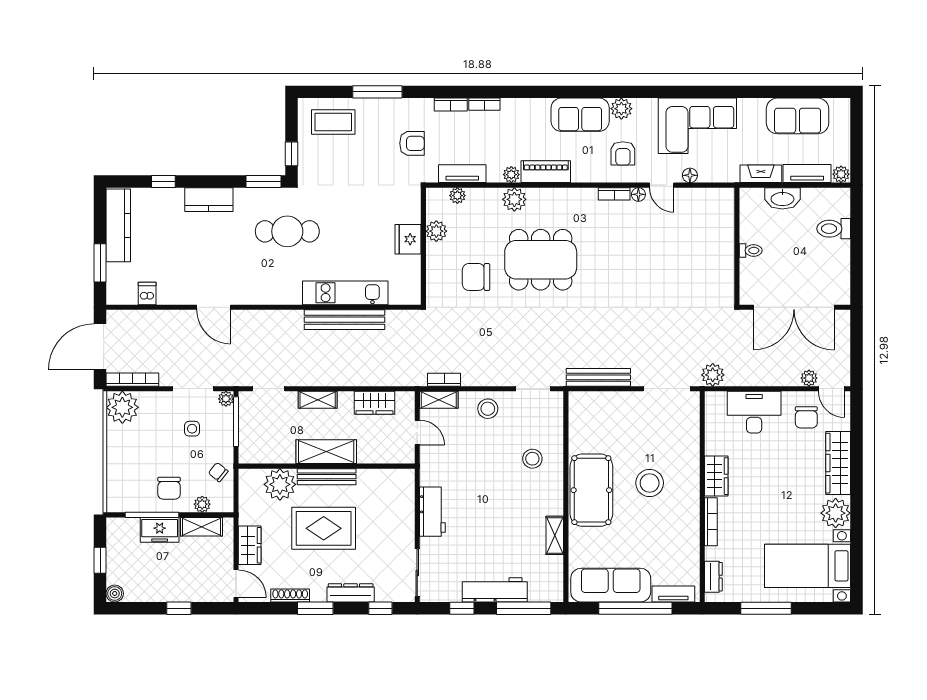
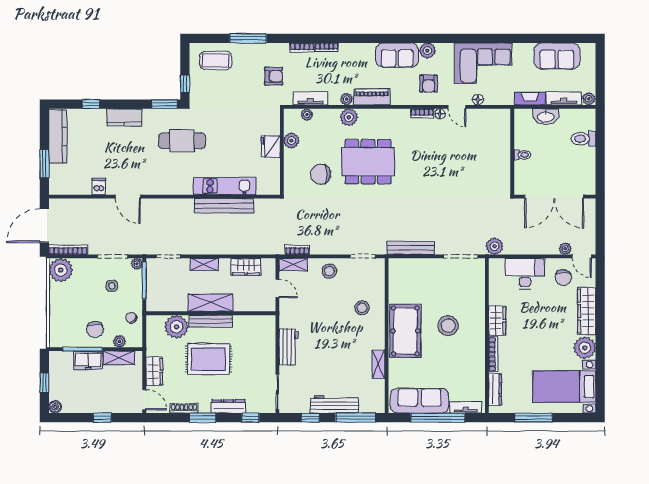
dishwasher: (147, 293) -> (99, 186), moved
dresser: (713, 577) -> (495, 390), width x1.44

